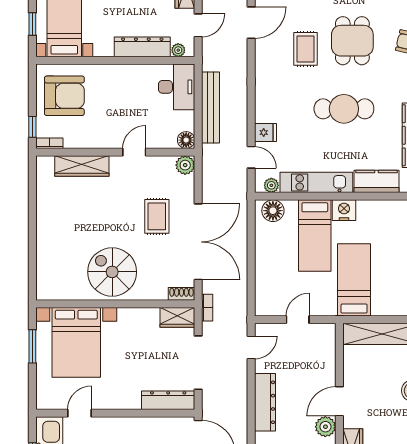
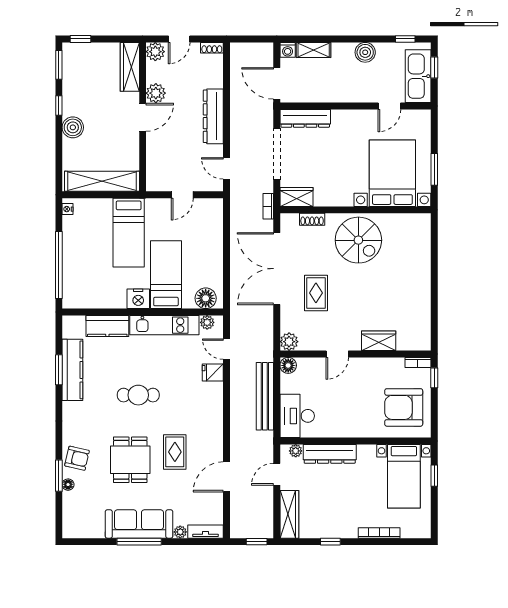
cafe table: (344, 109) -> (138, 395), width x0.73, depth x0.74
wardrobe: (82, 166) -> (379, 341), width x0.67
shoe rack: (181, 294) -> (312, 219), moved
door: (251, 347) -> (226, 168), hinge flipped

